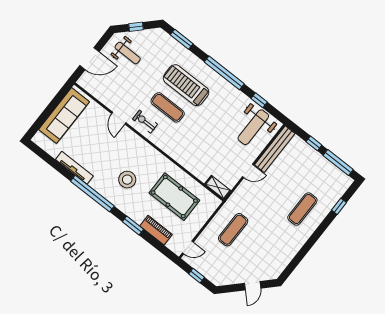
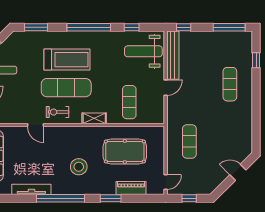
treadmill: (186, 85) -> (67, 60), turned 180
exercise mat: (168, 107) -> (66, 88), width x1.36, depth x1.45
weight bench: (253, 127) -> (143, 51), turned 90
window: (314, 143) -> (184, 27), moved
exercise mat: (209, 159) -> (129, 102), added
shelving: (218, 187) -> (94, 118), moved
door: (253, 286) -> (238, 172), swing flipped

